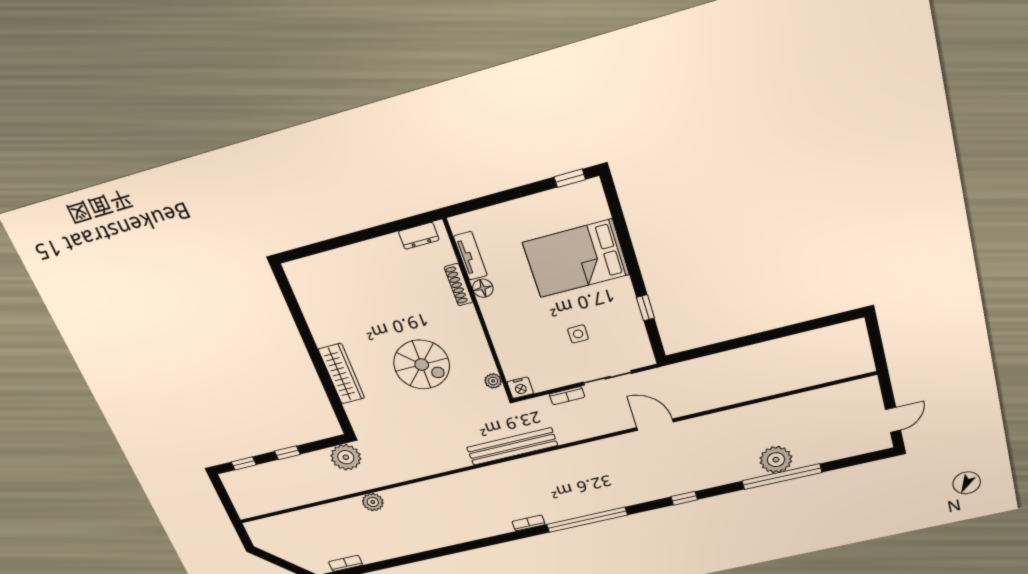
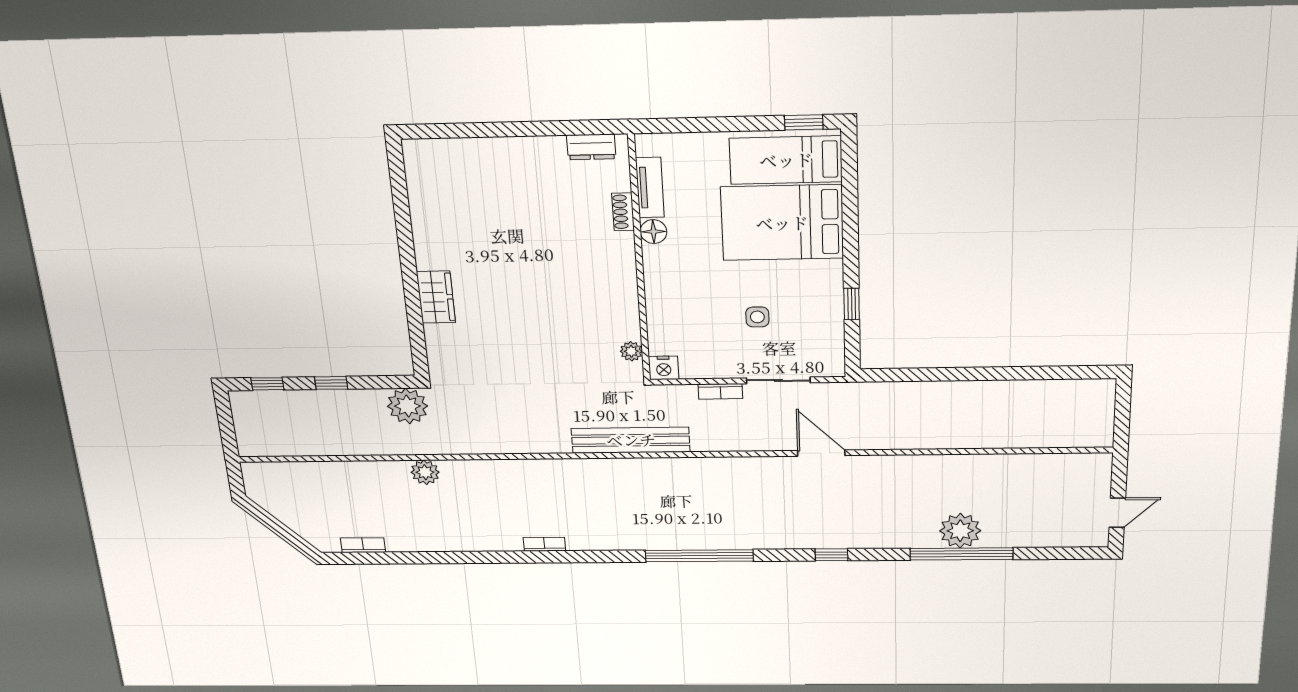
bed: (565, 210) -> (786, 160), added
shoe rack: (459, 285) -> (623, 212), width x0.70
spiral stairs: (422, 365) -> (545, 309), removed
wardrobe: (341, 374) -> (436, 297), width x0.67
bookcase: (529, 523) -> (544, 544), moved

